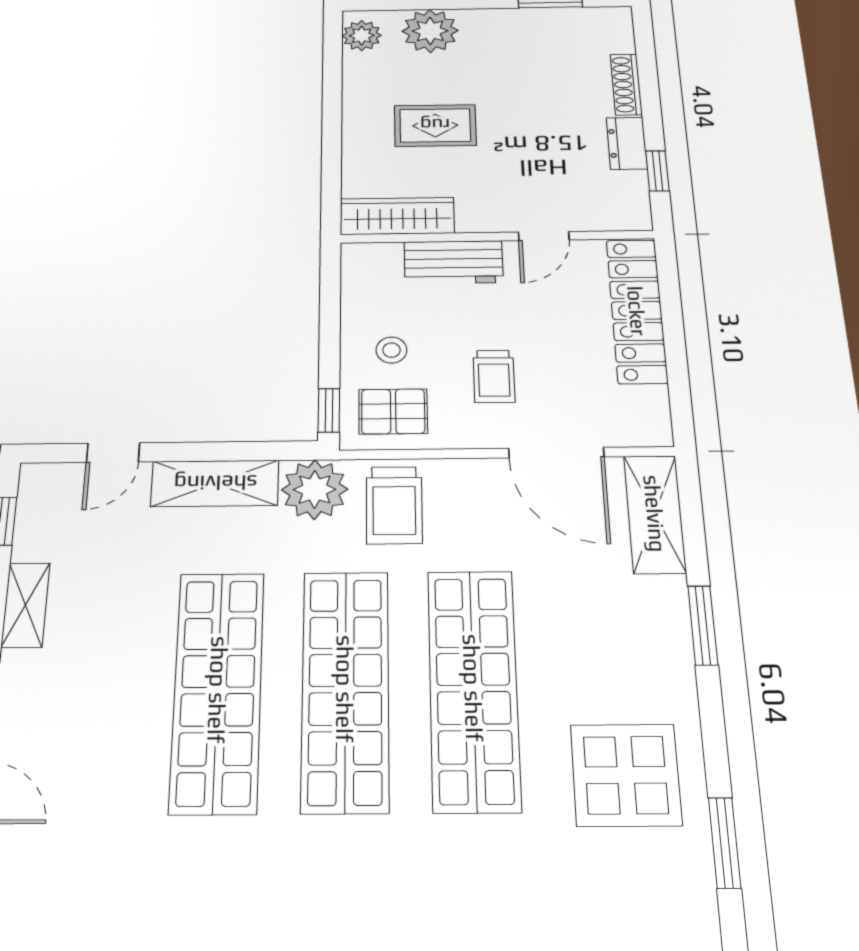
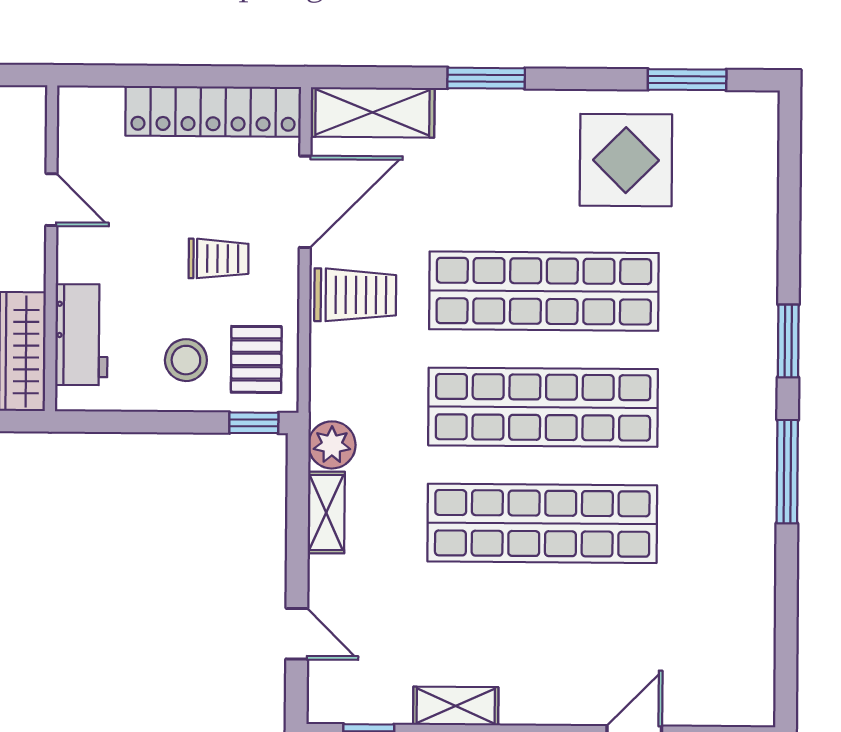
workbench: (453, 262) -> (81, 335), moved
locker: (637, 311) -> (213, 111), moved
stool: (391, 350) -> (186, 360), width x1.37, depth x1.37
shelving: (215, 483) -> (326, 512), width x0.67, depth x0.75
plant: (315, 490) -> (332, 445), width x0.73, depth x0.73
trolley: (394, 505) -> (355, 295), moved

